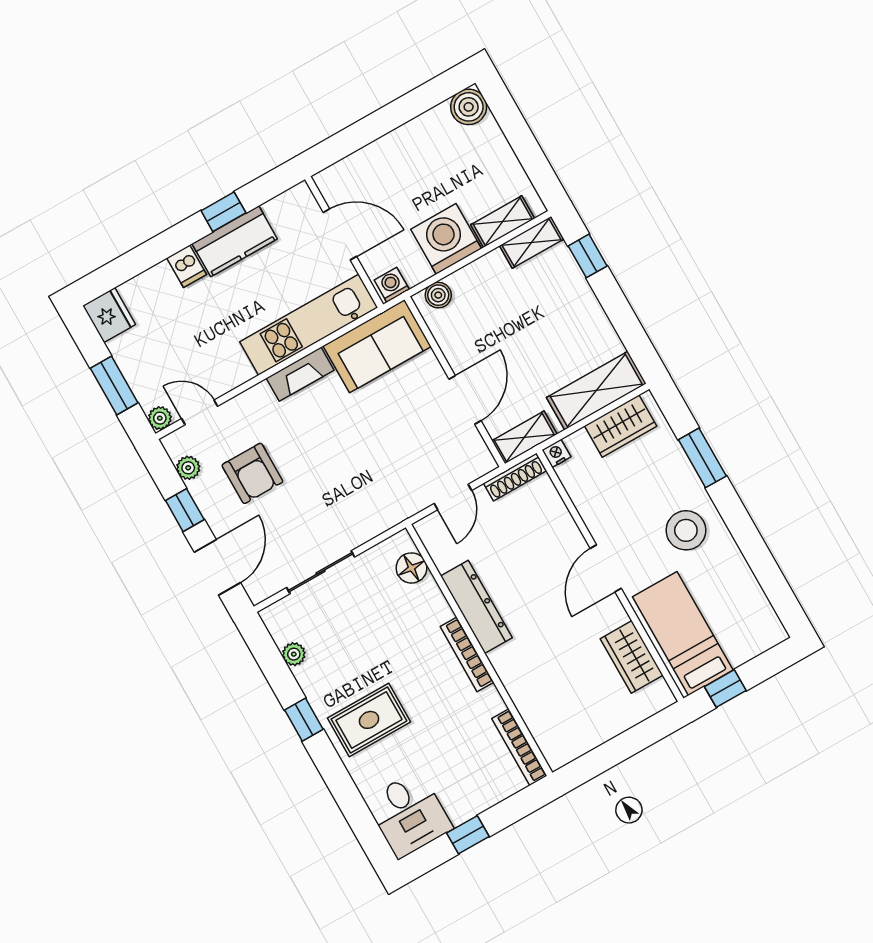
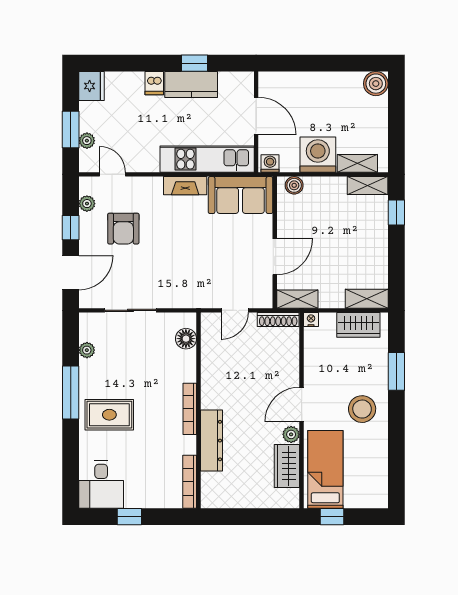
shelving: (596, 391) -> (367, 299), width x0.67, depth x0.75
plant: (160, 418) -> (87, 141), moved
dresser: (476, 607) -> (211, 441), moved
plant: (614, 614) -> (291, 434), added
window: (304, 720) -> (71, 393), width x2.17

